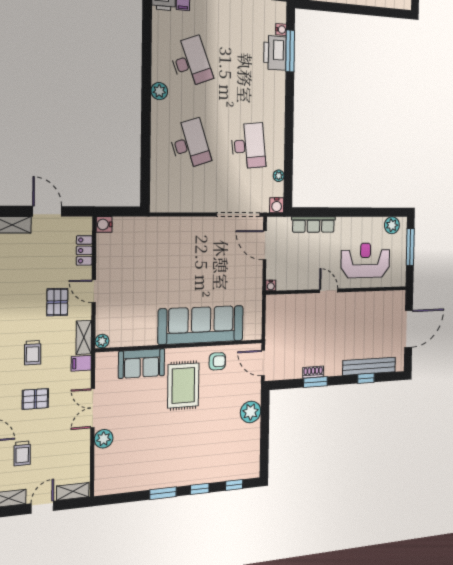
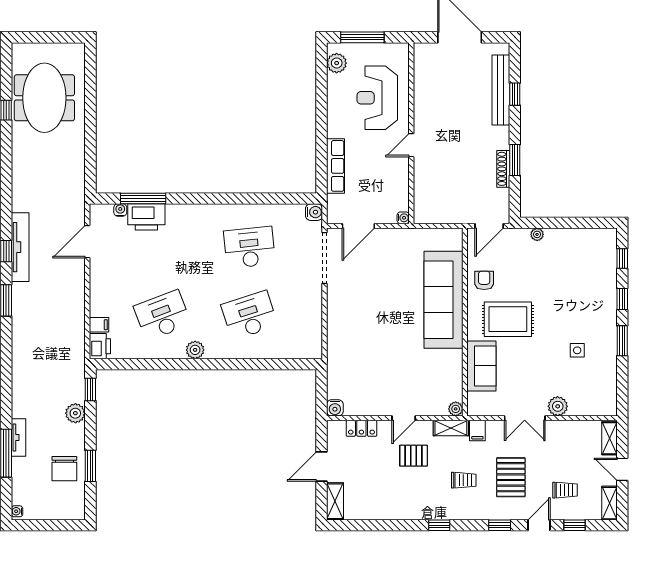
plant: (279, 176) -> (281, 210), removed
shoe rack: (313, 372) -> (503, 169), width x1.43
pallet: (35, 399) -> (511, 477), width x1.50, depth x1.42
plant: (251, 412) -> (537, 234), width x0.53, depth x0.53
side table: (155, 452) -> (577, 350), added

